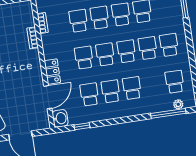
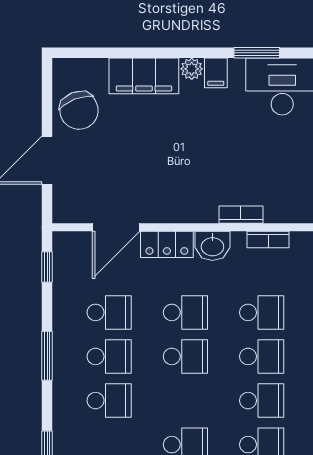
school desk: (126, 51) -> (185, 401), removed
door: (48, 97) -> (116, 227), hinge flipped
washbasin: (60, 118) -> (212, 246), moved
window: (115, 121) -> (47, 356), added
window: (82, 126) -> (47, 267), moved

